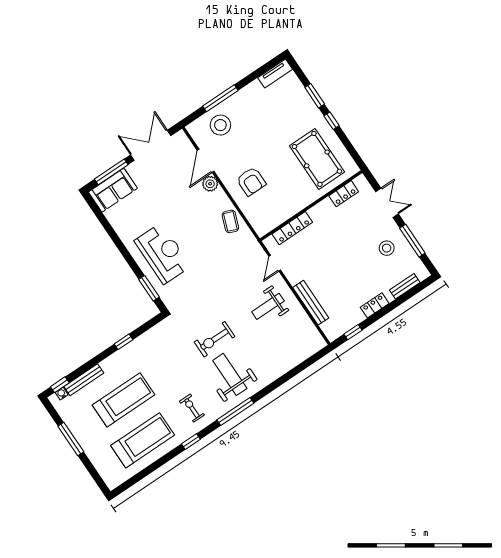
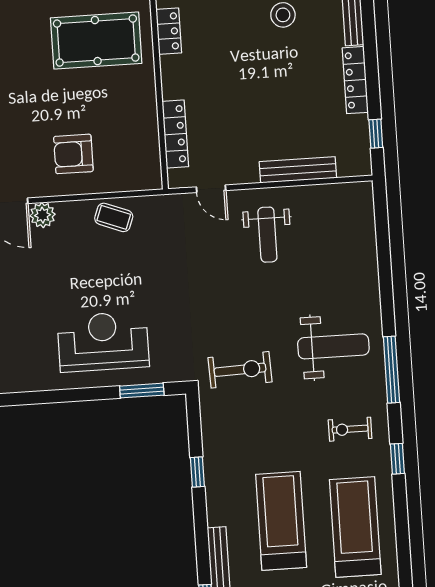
armchair: (251, 181) -> (73, 154), turned 180
locker: (375, 305) -> (355, 80), width x1.53
exercise bike: (215, 339) -> (240, 370), moved, turned -92
weight bench: (230, 374) -> (333, 346), turned 180

